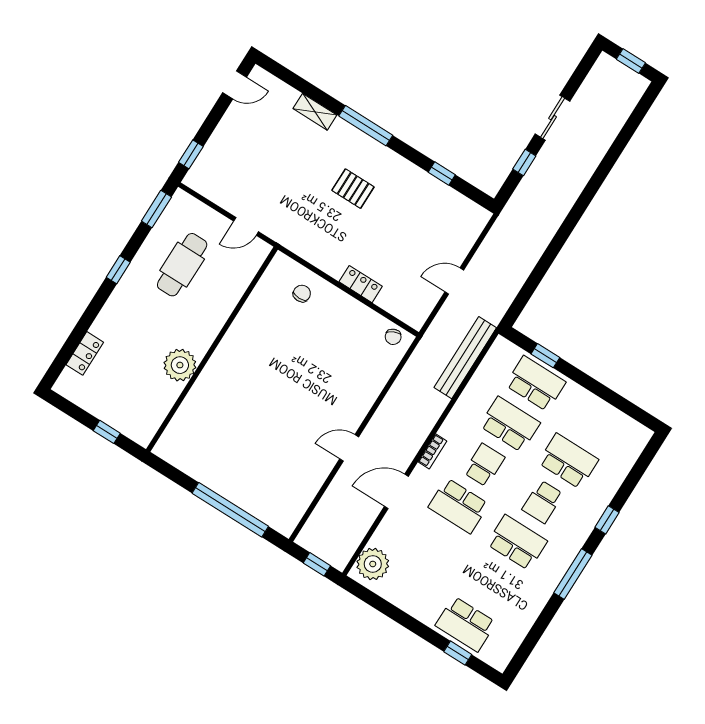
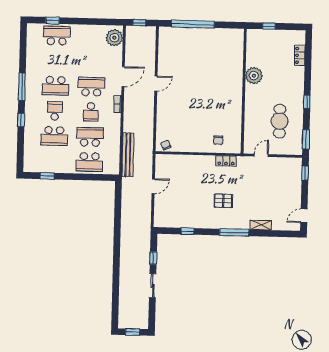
locker: (361, 284) -> (226, 161), moved
window: (545, 356) -> (47, 176), moved
school desk: (510, 424) -> (90, 137), turned 180

